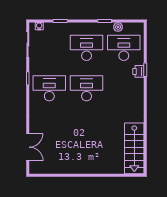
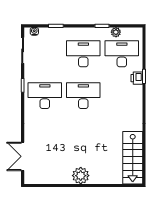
double door: (28, 147) -> (23, 156), swing flipped
plant: (84, 166) -> (81, 176), added

